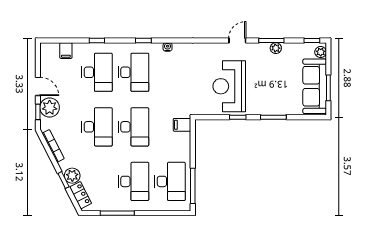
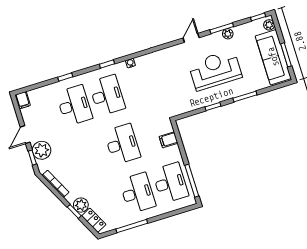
filing cabinet: (66, 51) -> (23, 100), moved
door: (38, 86) -> (25, 135), swing flipped
reception desk: (229, 86) -> (215, 70), moved, turned 90
filing cabinet: (182, 125) -> (169, 140), moved
desk: (97, 127) -> (90, 154), removed

